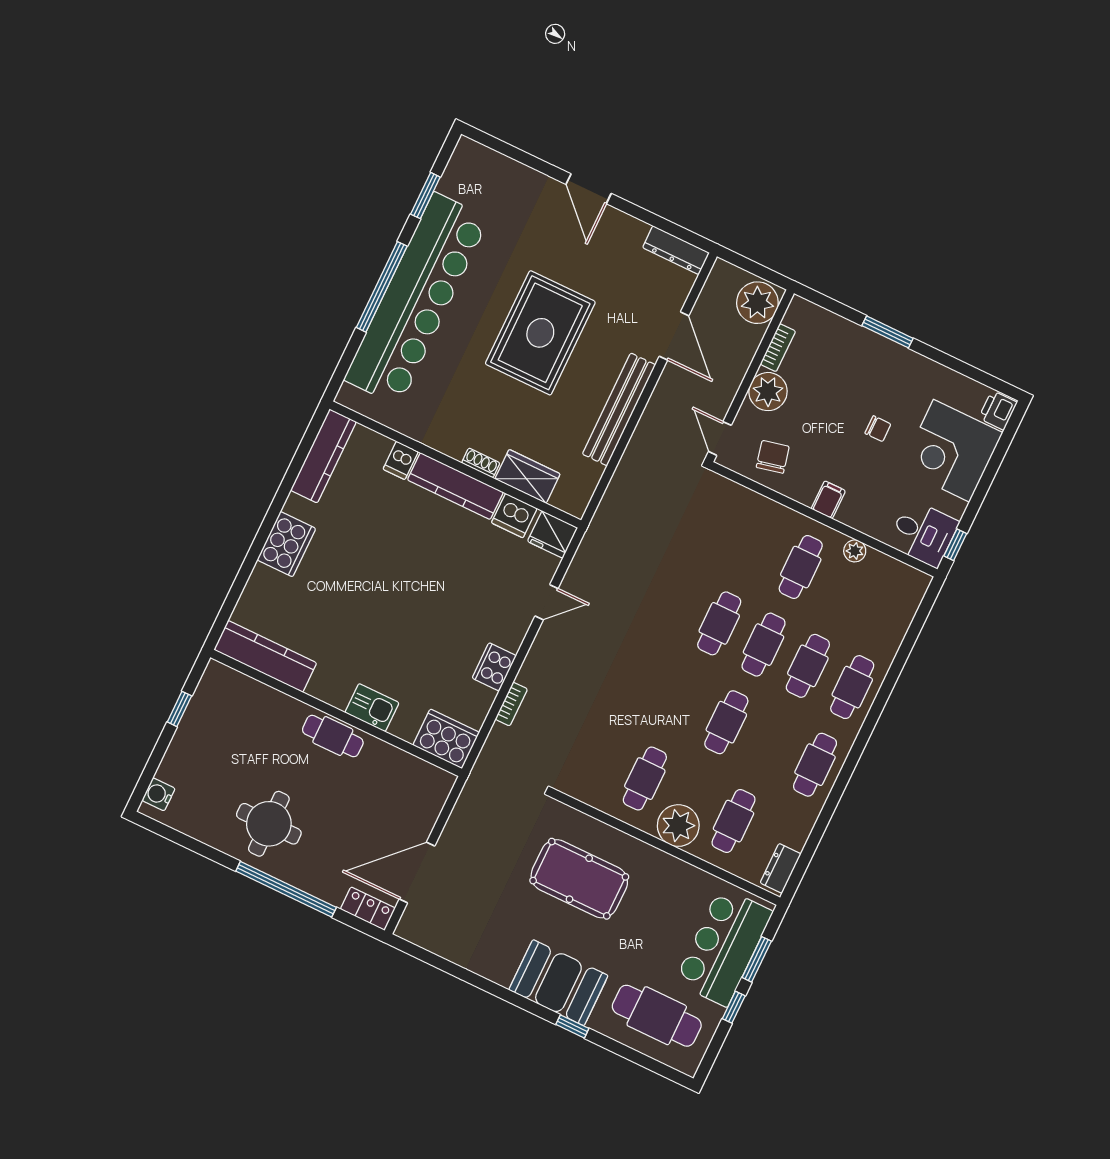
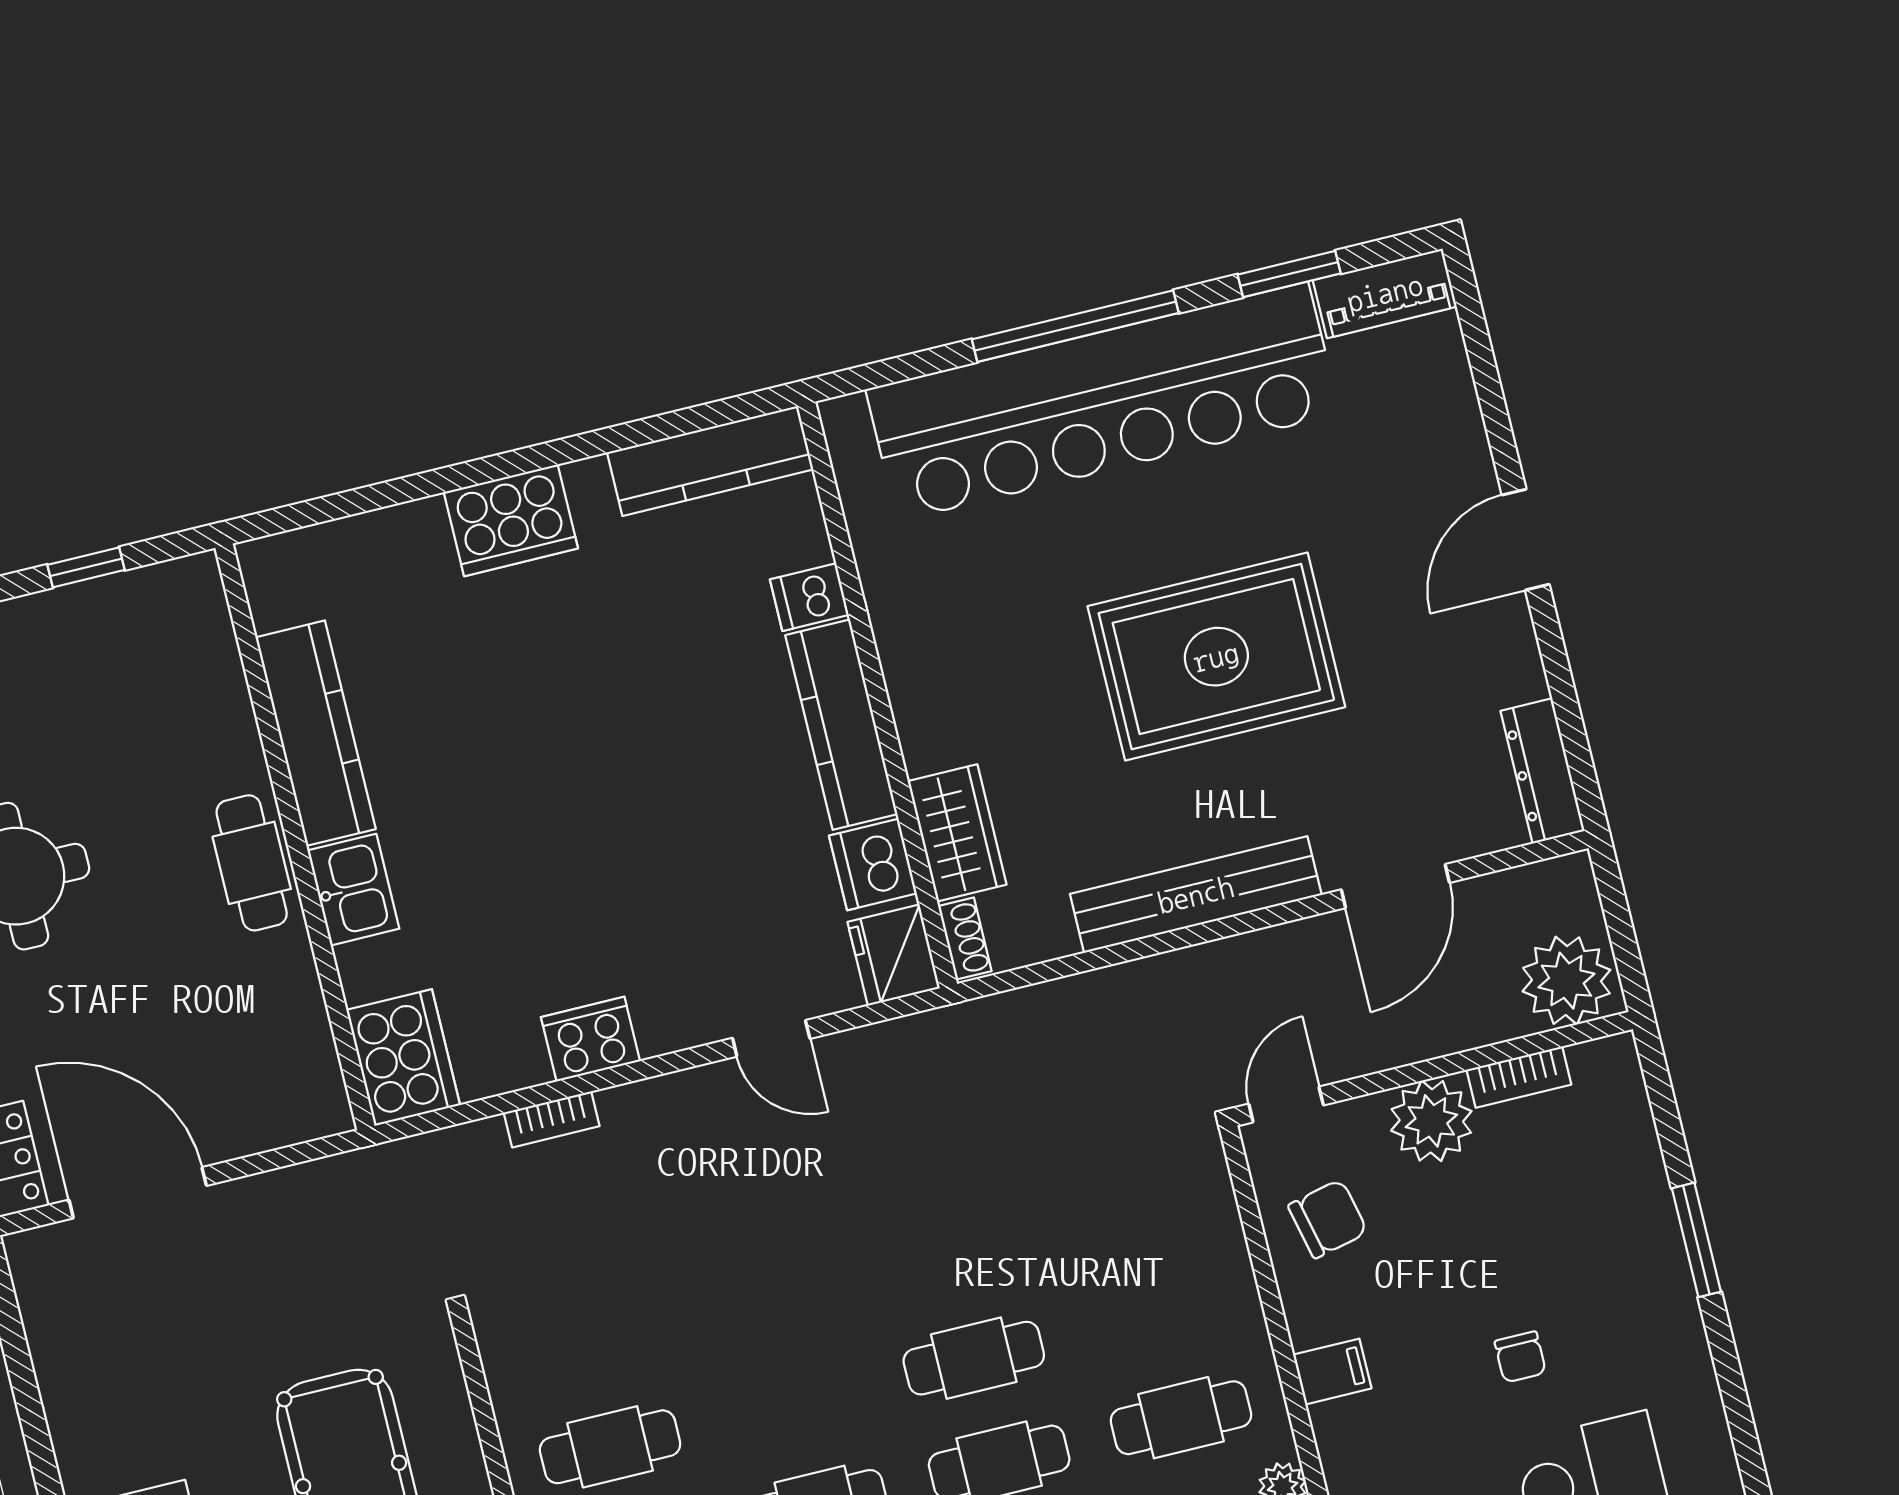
piano: (460, 167) -> (1385, 293), added
shoe rack: (481, 463) -> (965, 939), moved
kitchen counter: (265, 656) -> (316, 733), moved

